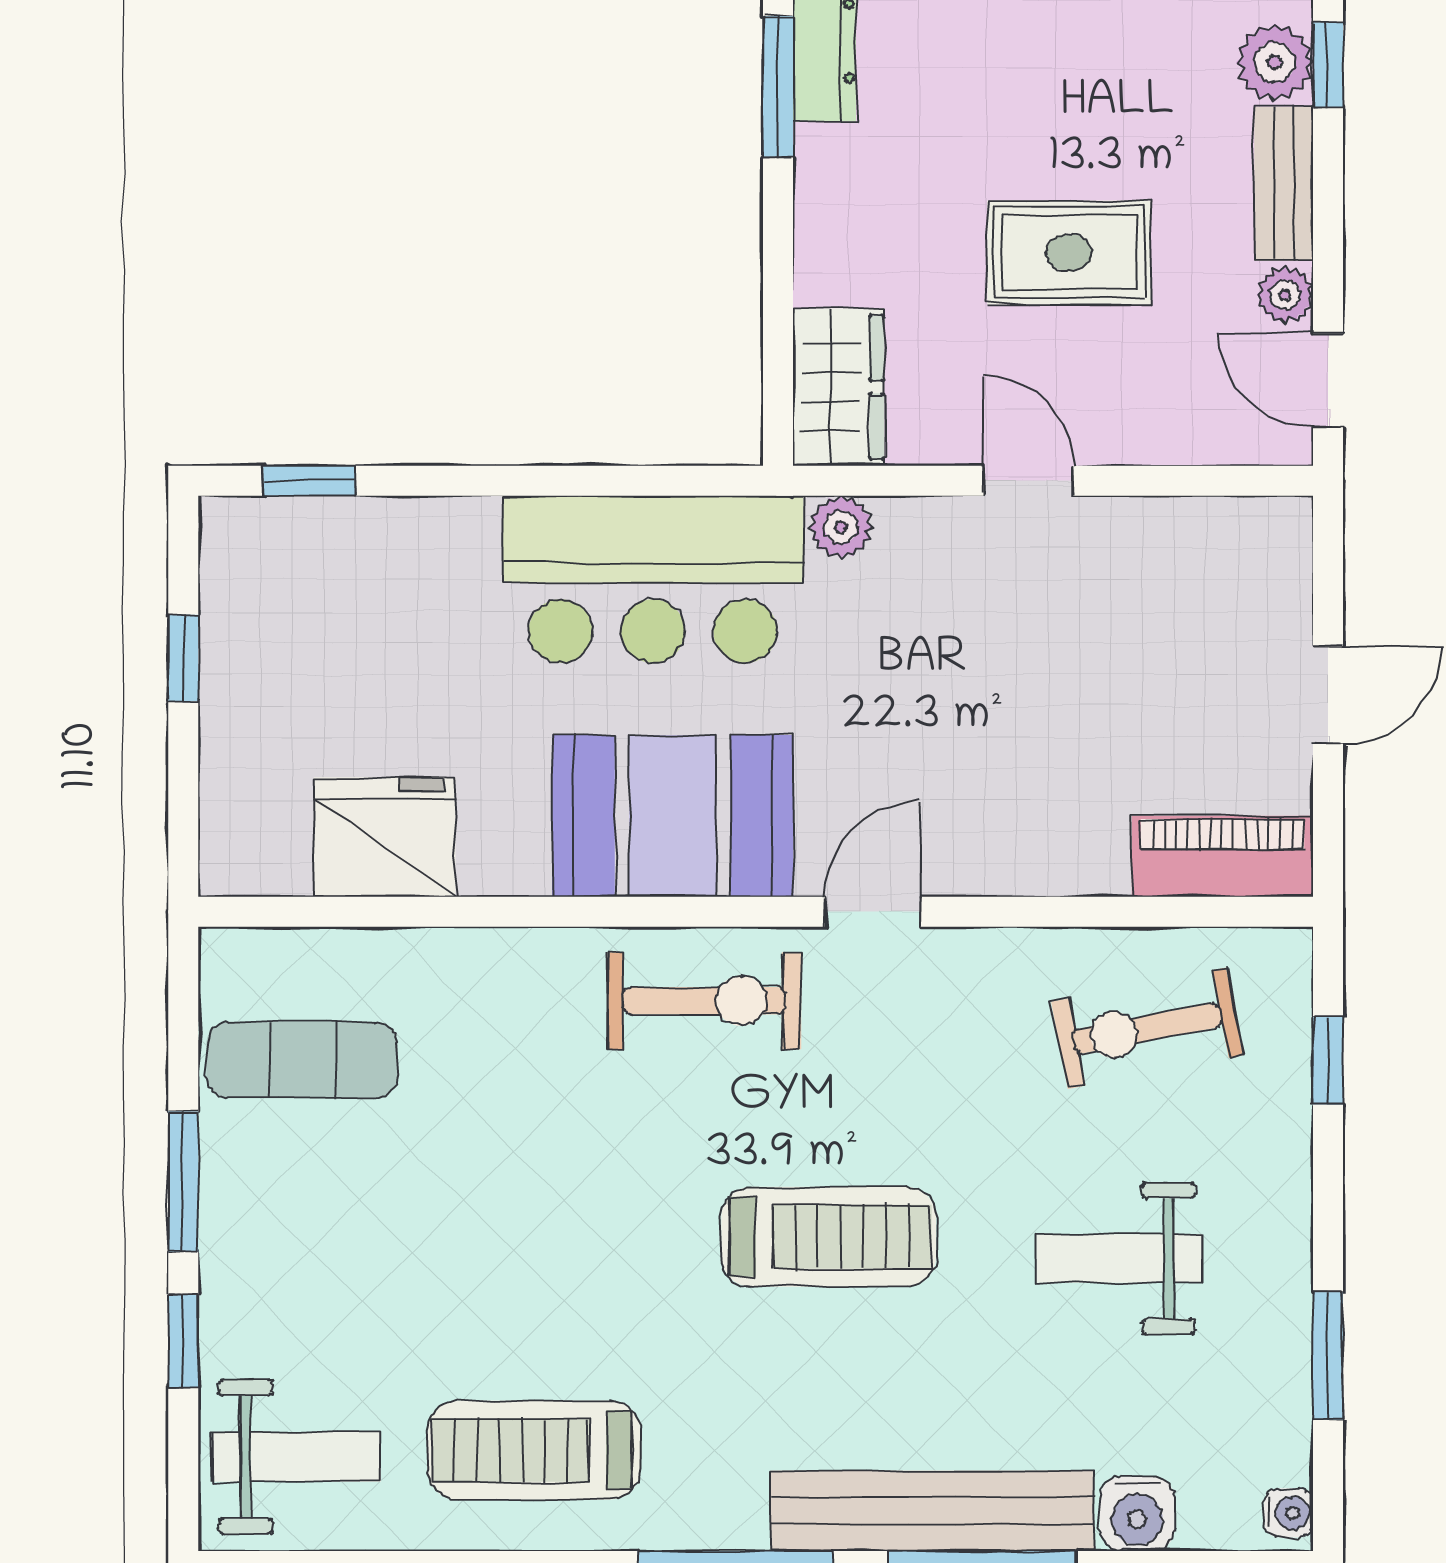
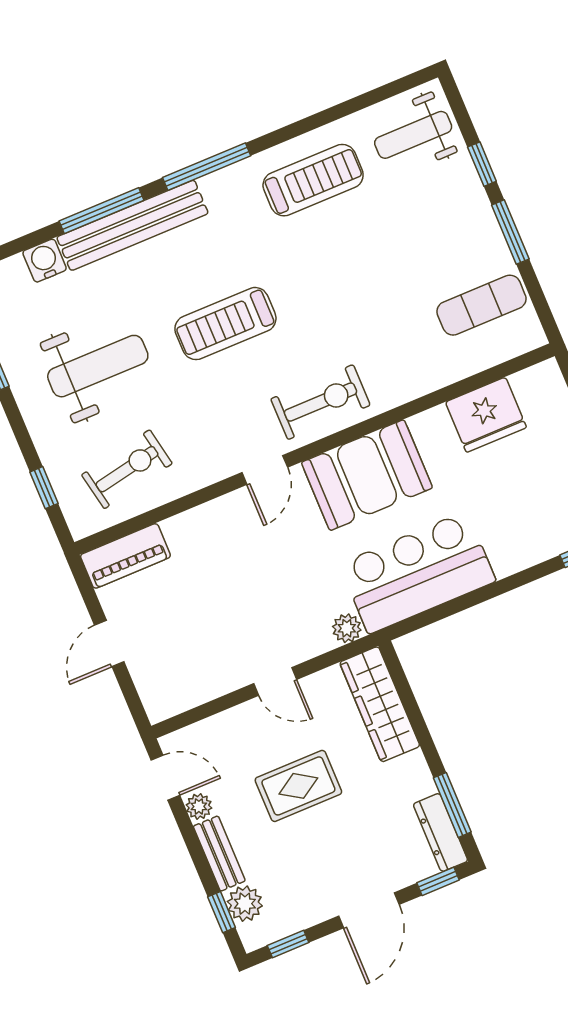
wardrobe: (838, 387) -> (380, 704), width x1.50
exercise bike: (704, 1001) -> (320, 402), turned 180
weight bench: (1119, 1259) -> (98, 366), width x1.36, depth x1.33

